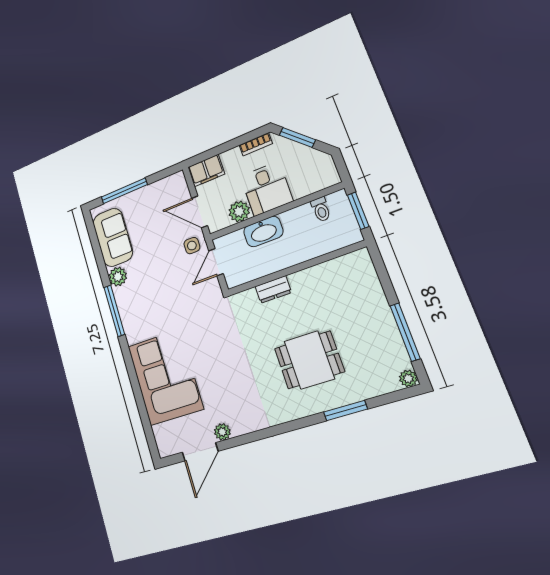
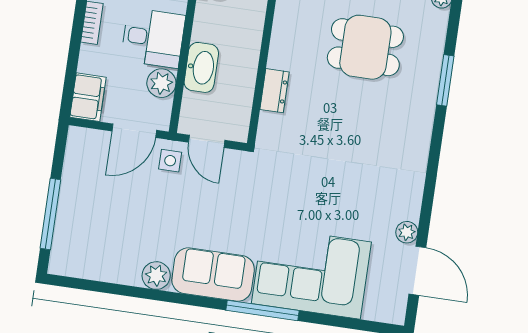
sofa: (113, 237) -> (213, 275), moved
window: (114, 311) -> (262, 310), moved
dining table: (309, 360) -> (365, 47), moved, turned 90

